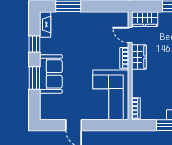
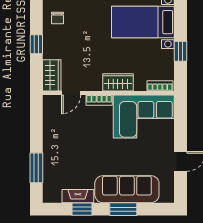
fireplace: (45, 24) -> (78, 196), moved
wardrobe: (139, 57) -> (118, 82), moved
sofa: (51, 74) -> (127, 189), width x1.36

